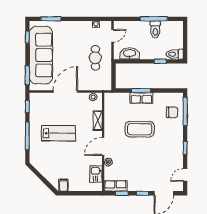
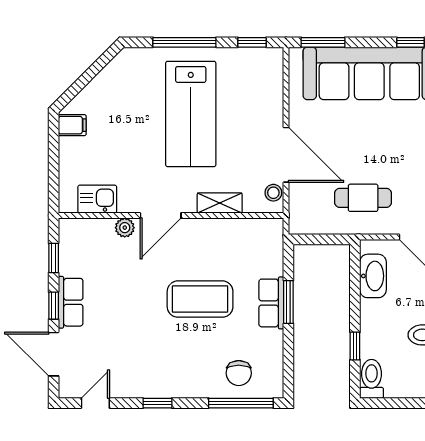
door: (65, 92) -> (286, 155), moved
coffee table: (140, 129) -> (200, 299), turned 90
lab bench: (59, 133) -> (191, 114), width x1.36, depth x1.39
door: (103, 146) -> (161, 216), swing flipped
door: (185, 175) -> (95, 403), hinge flipped
row of seats: (115, 186) -> (71, 302), moved

